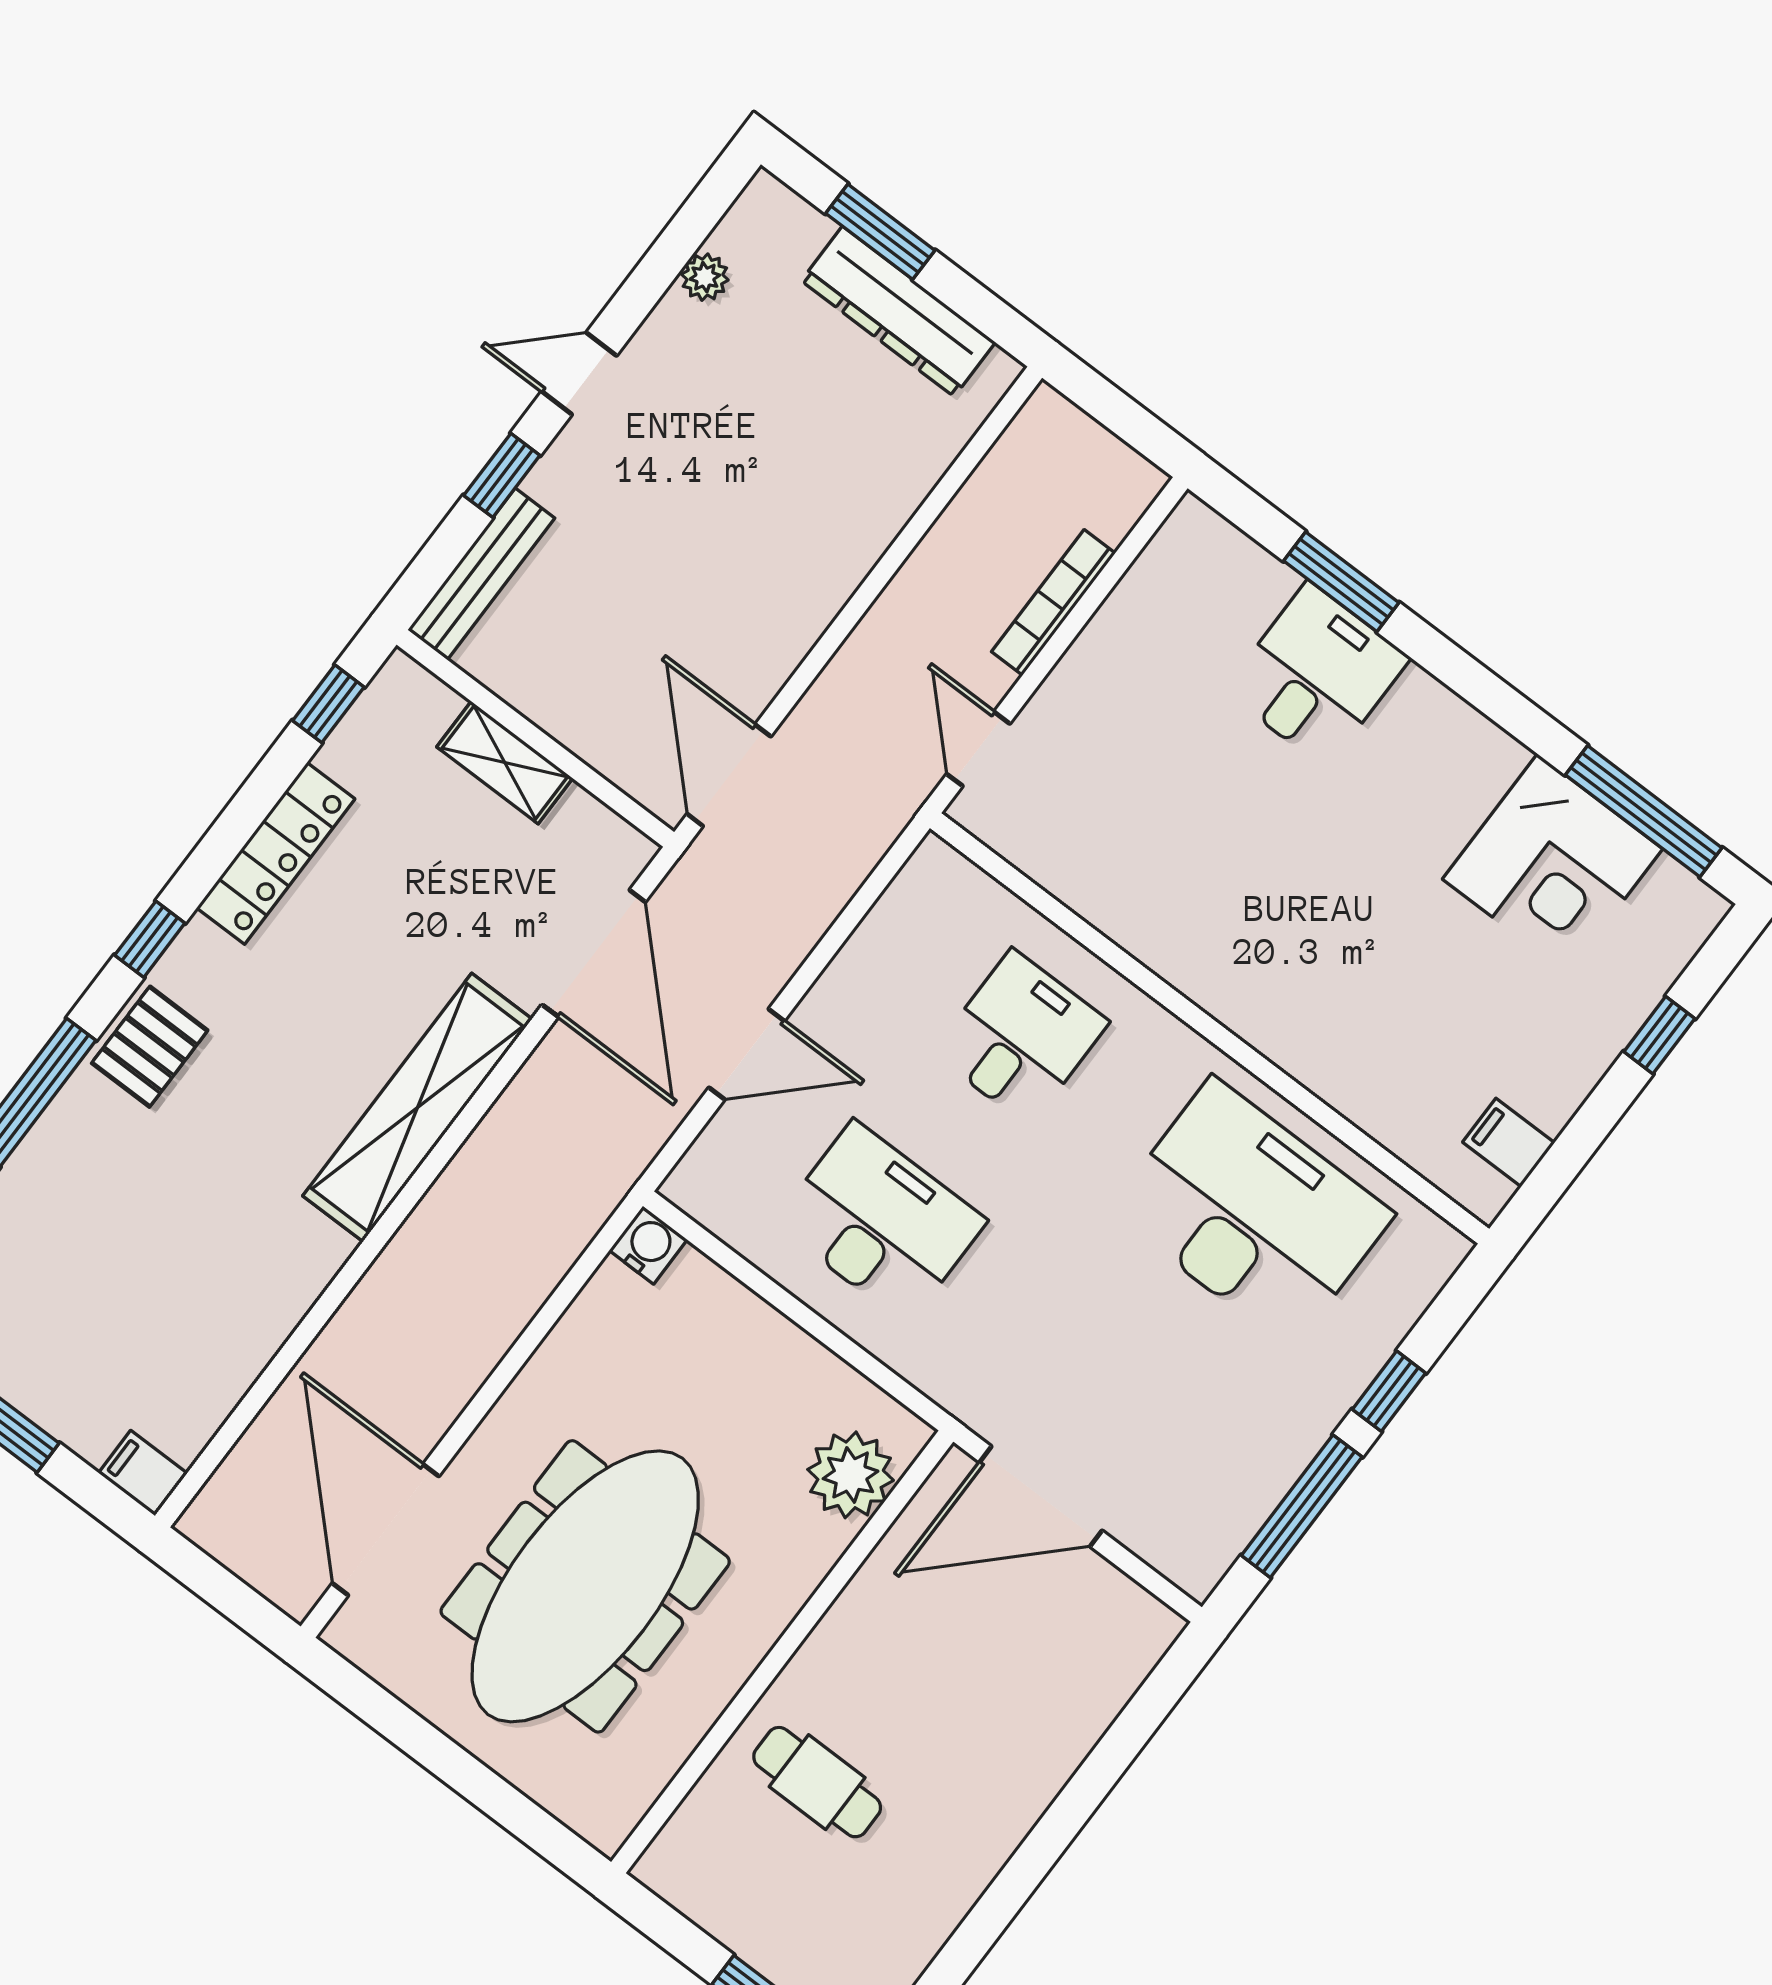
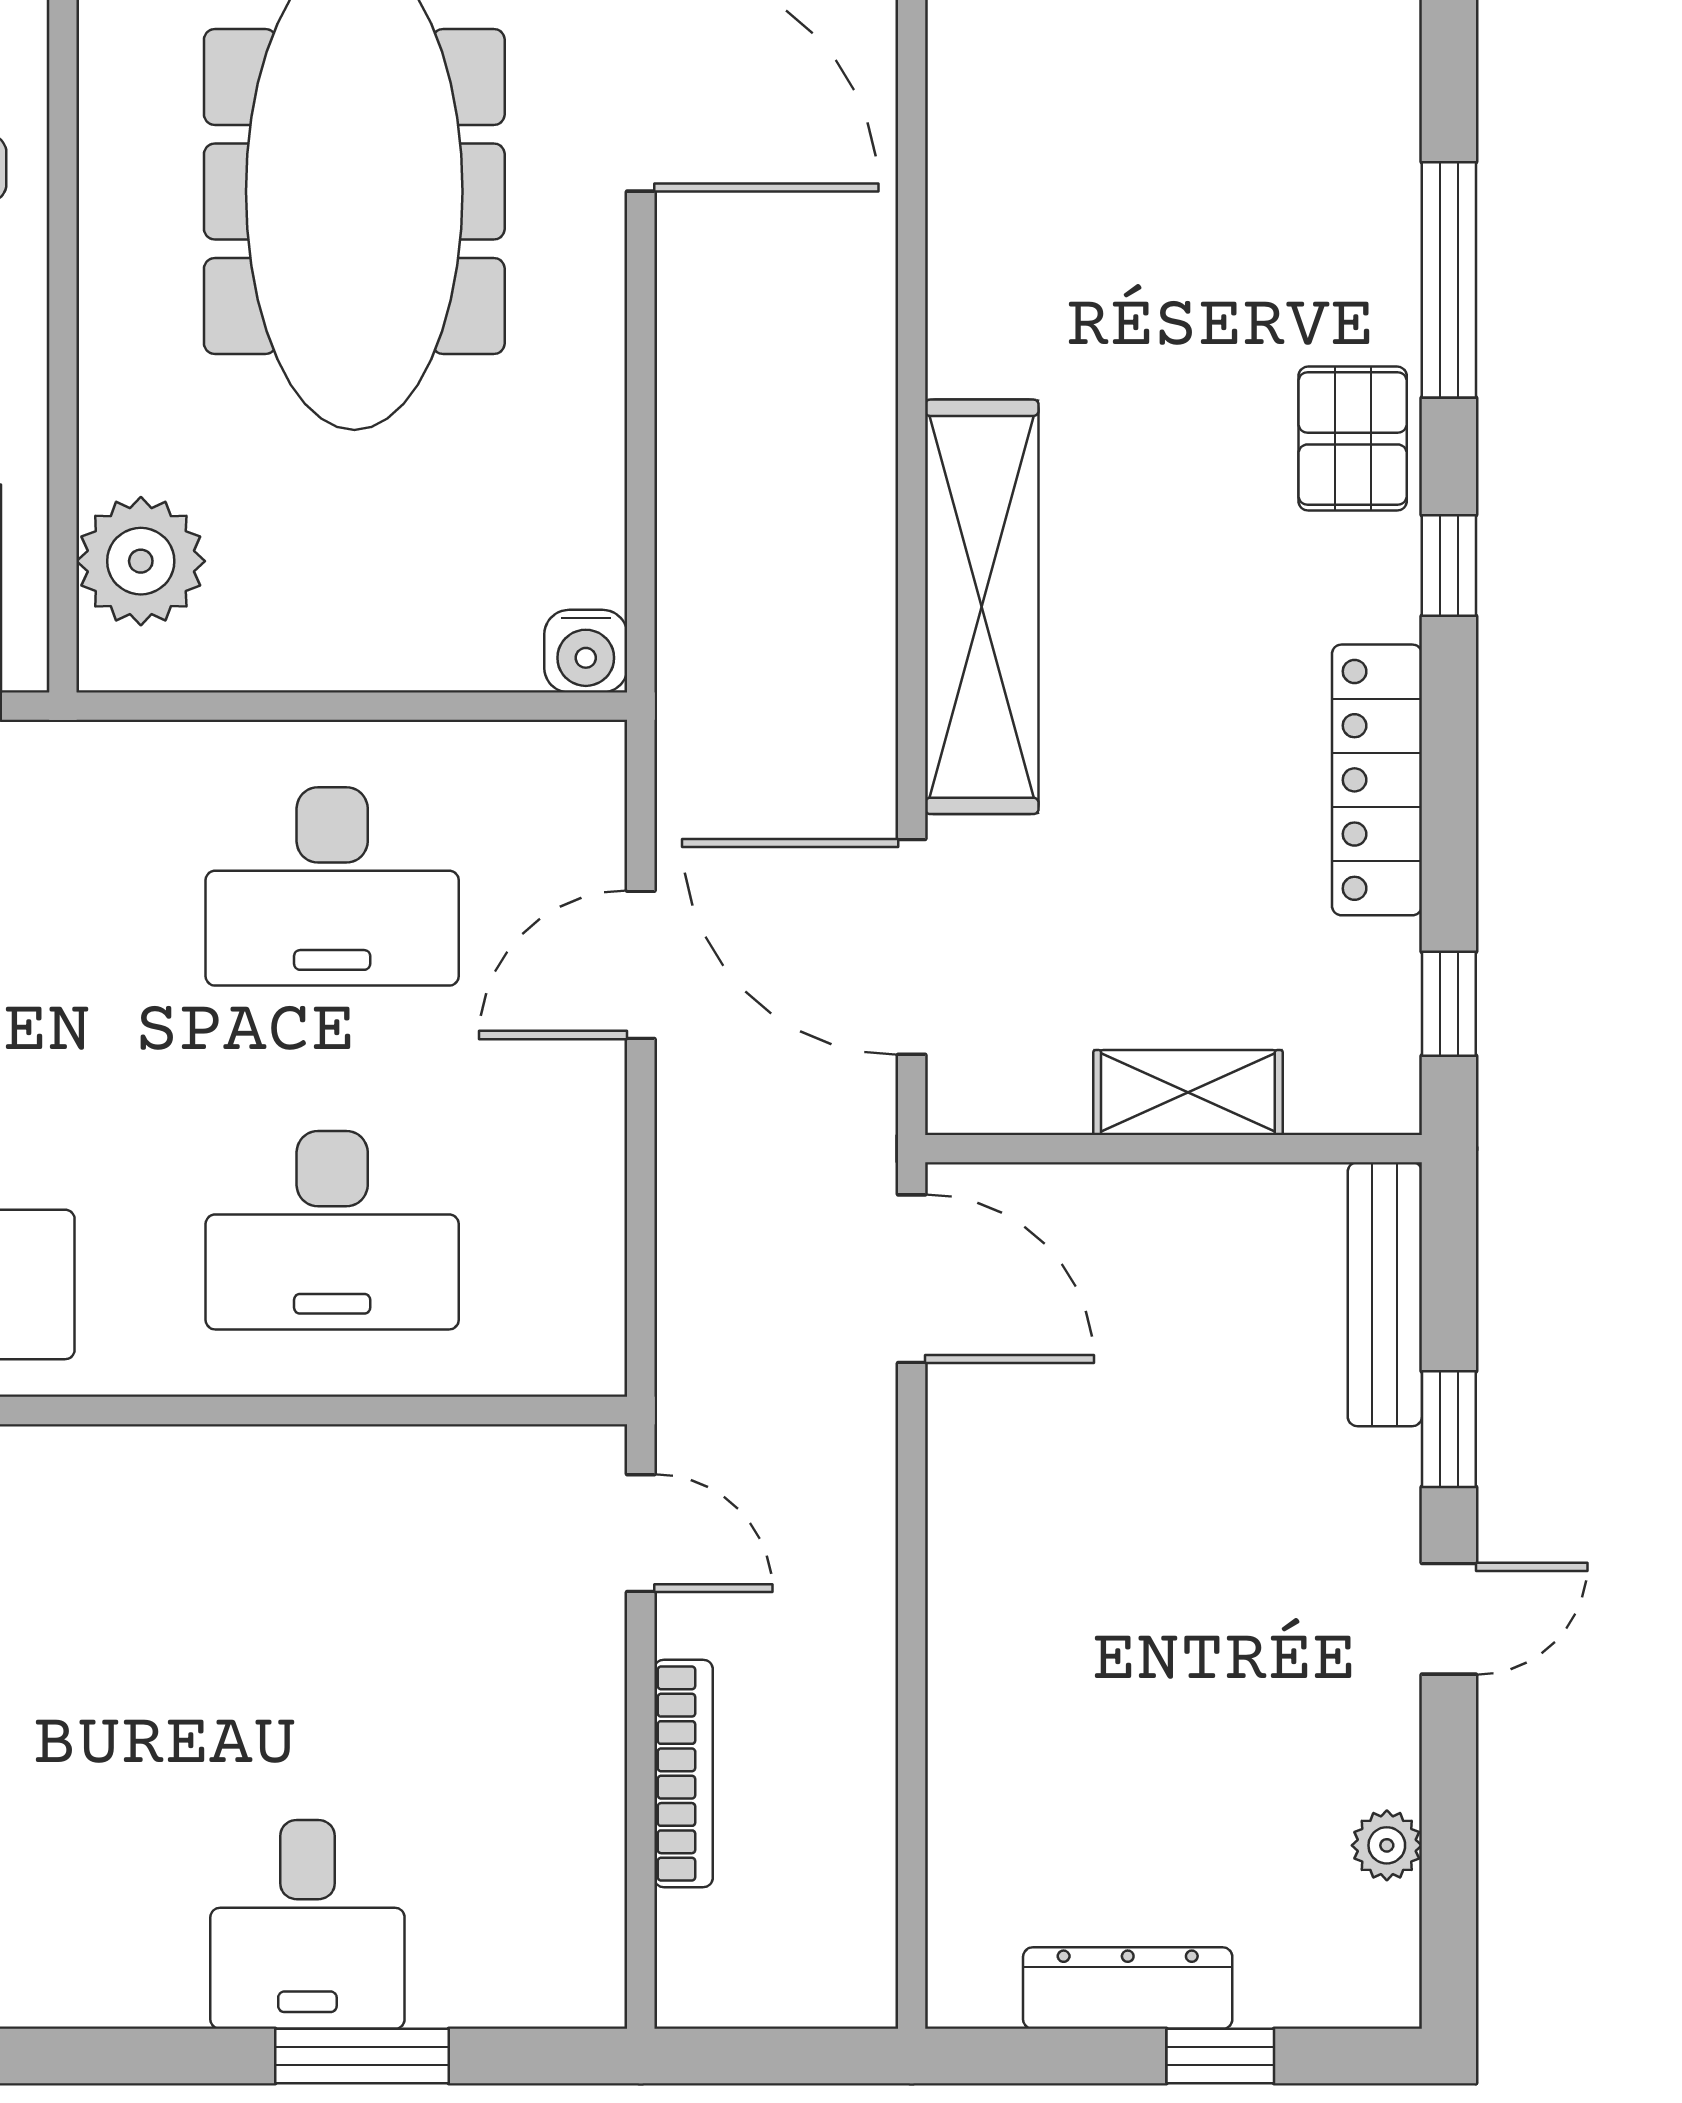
window: (880, 232) -> (1220, 2056), width x0.67
dresser: (898, 311) -> (1128, 1988), width x0.73, depth x0.80
desk: (1021, 1037) -> (332, 1230), width x1.37

